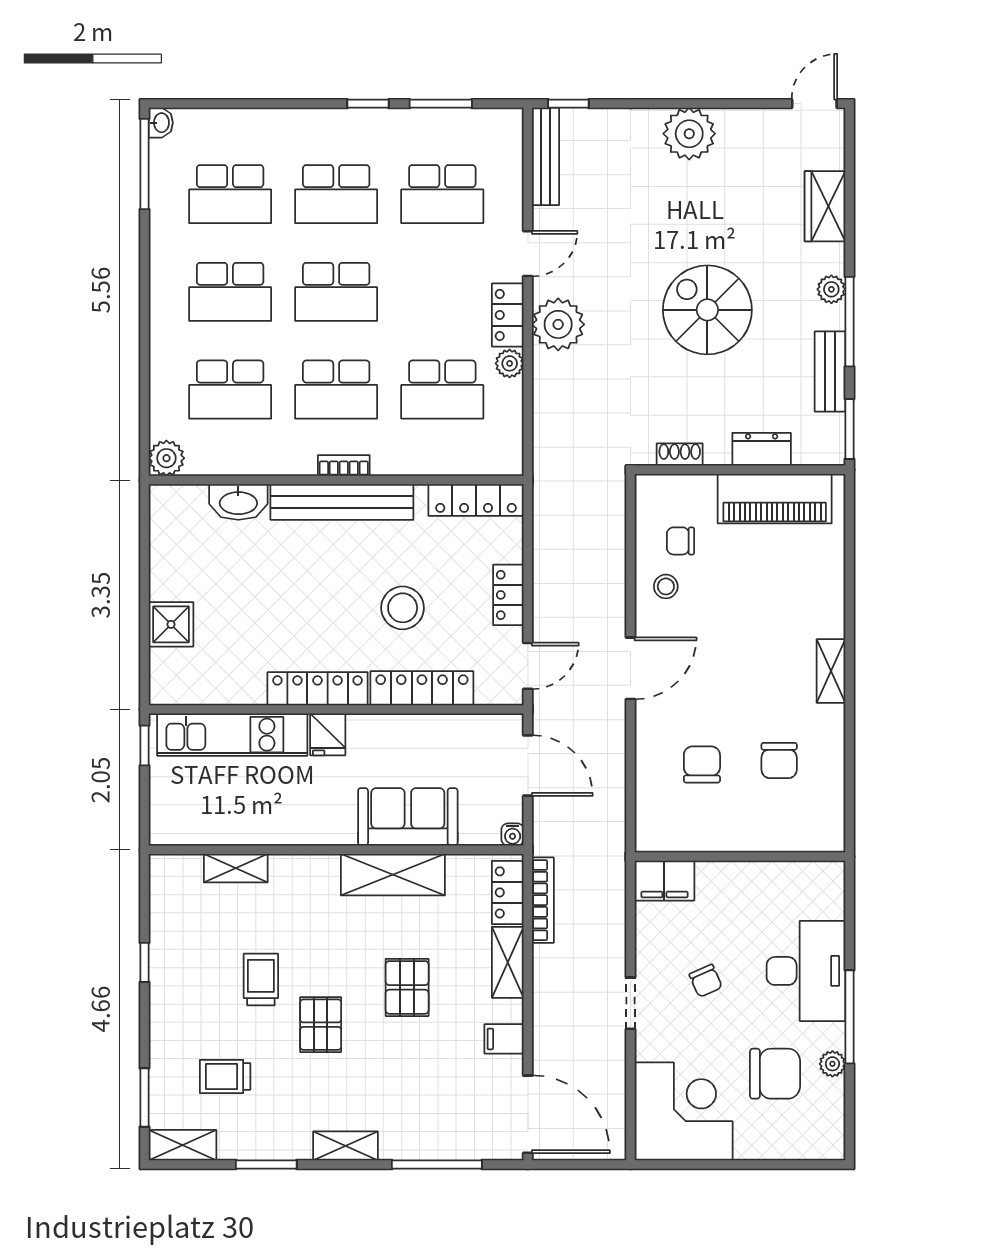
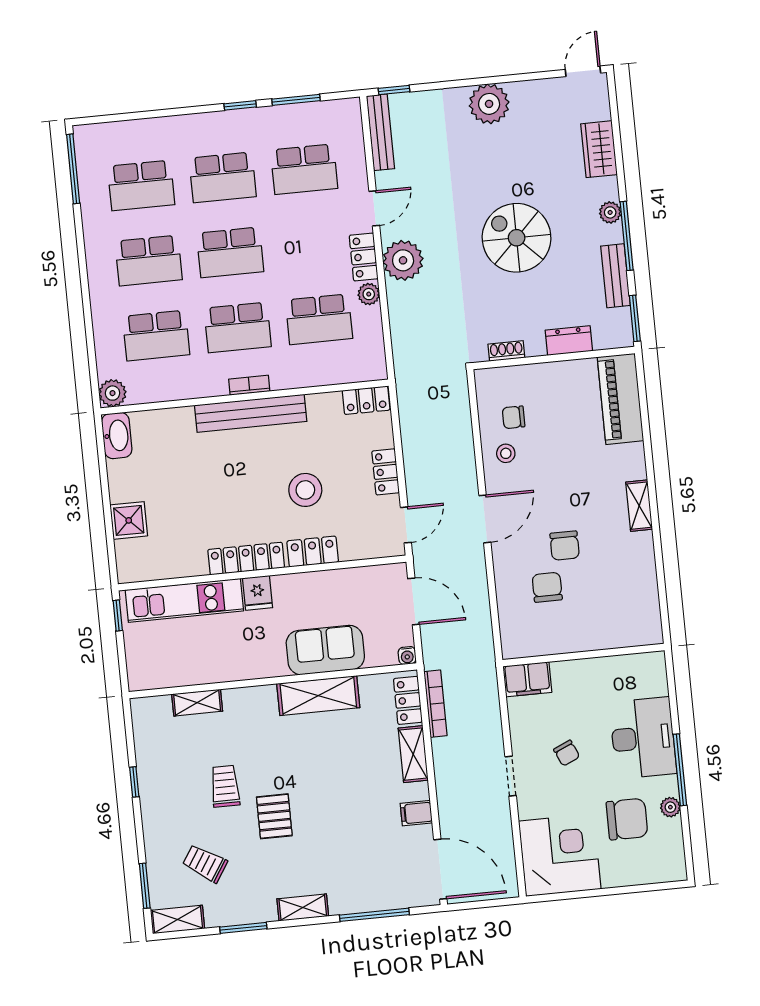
washbasin: (161, 123) -> (82, 136), removed
piano: (775, 499) -> (620, 399), moved, turned 90
locker: (476, 500) -> (366, 400), width x0.66
washbasin: (238, 502) -> (117, 436), moved, turned -90
locker: (422, 688) -> (313, 552), width x0.66
chair: (779, 760) -> (565, 546), moved
pallet: (407, 987) -> (338, 781), removed
trolley: (225, 1076) -> (205, 863), turned 33

